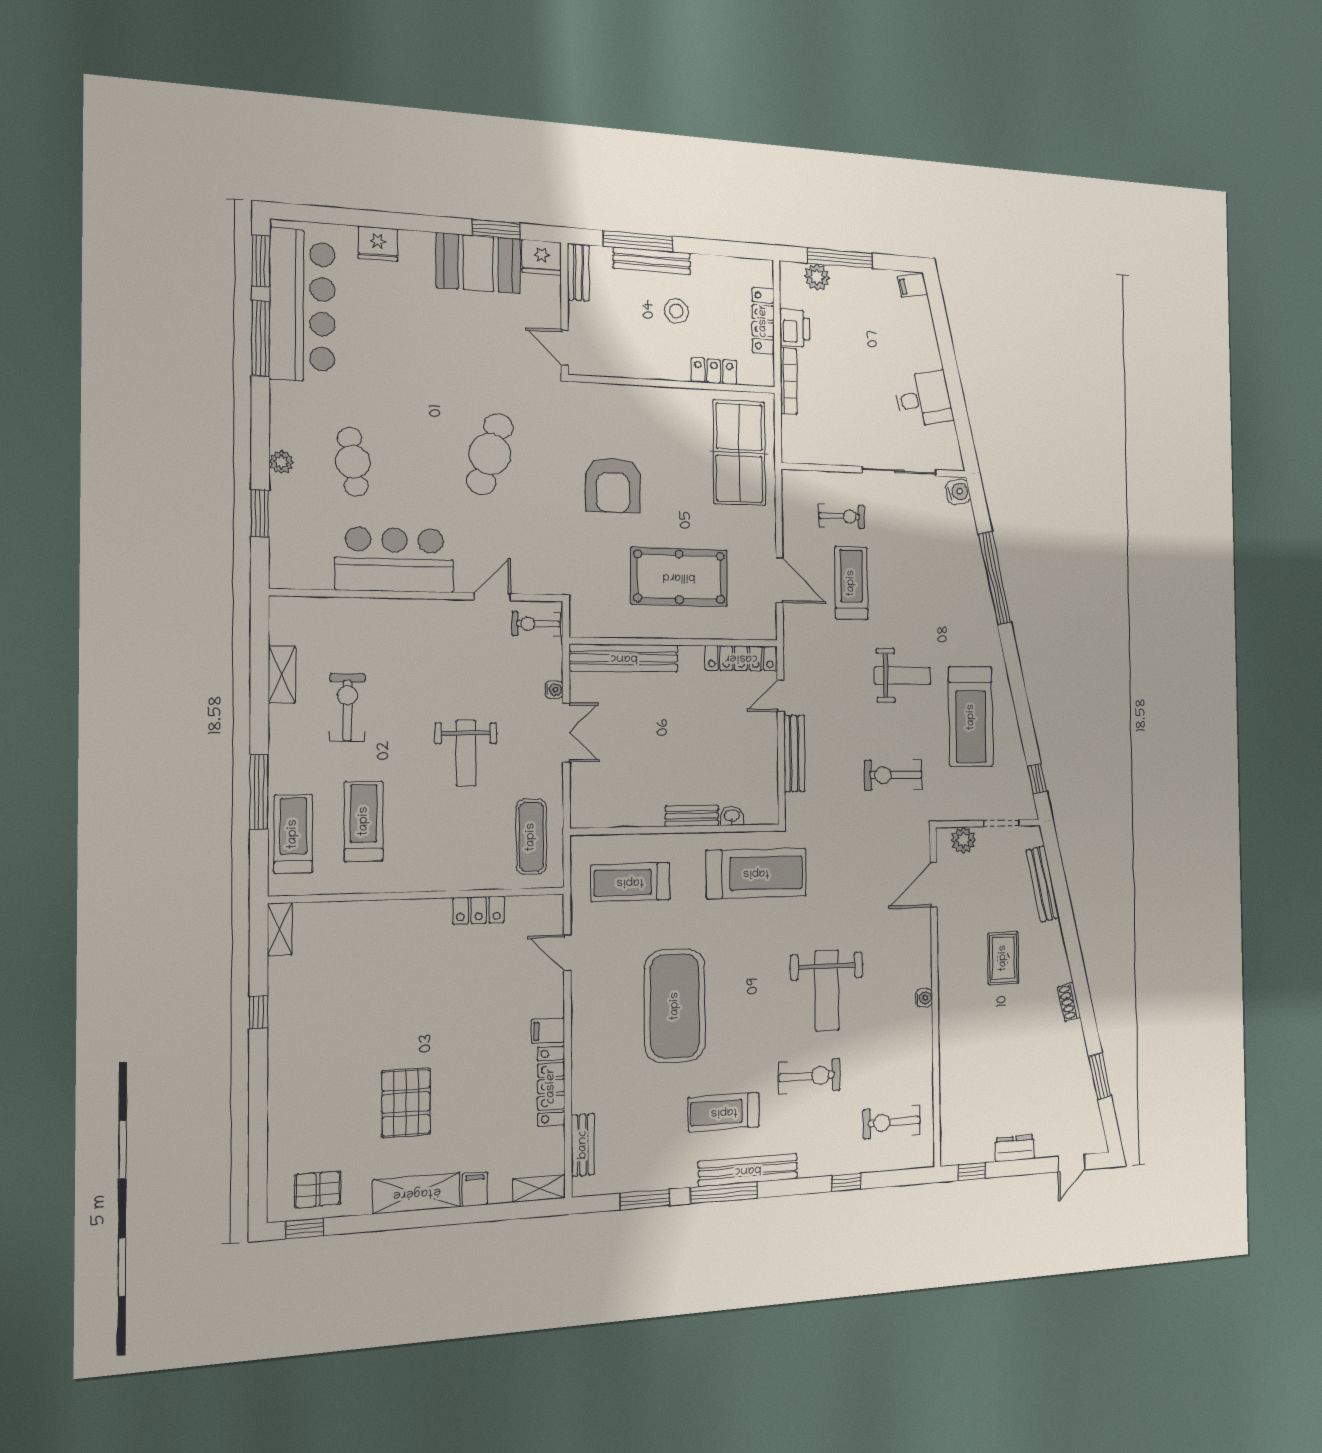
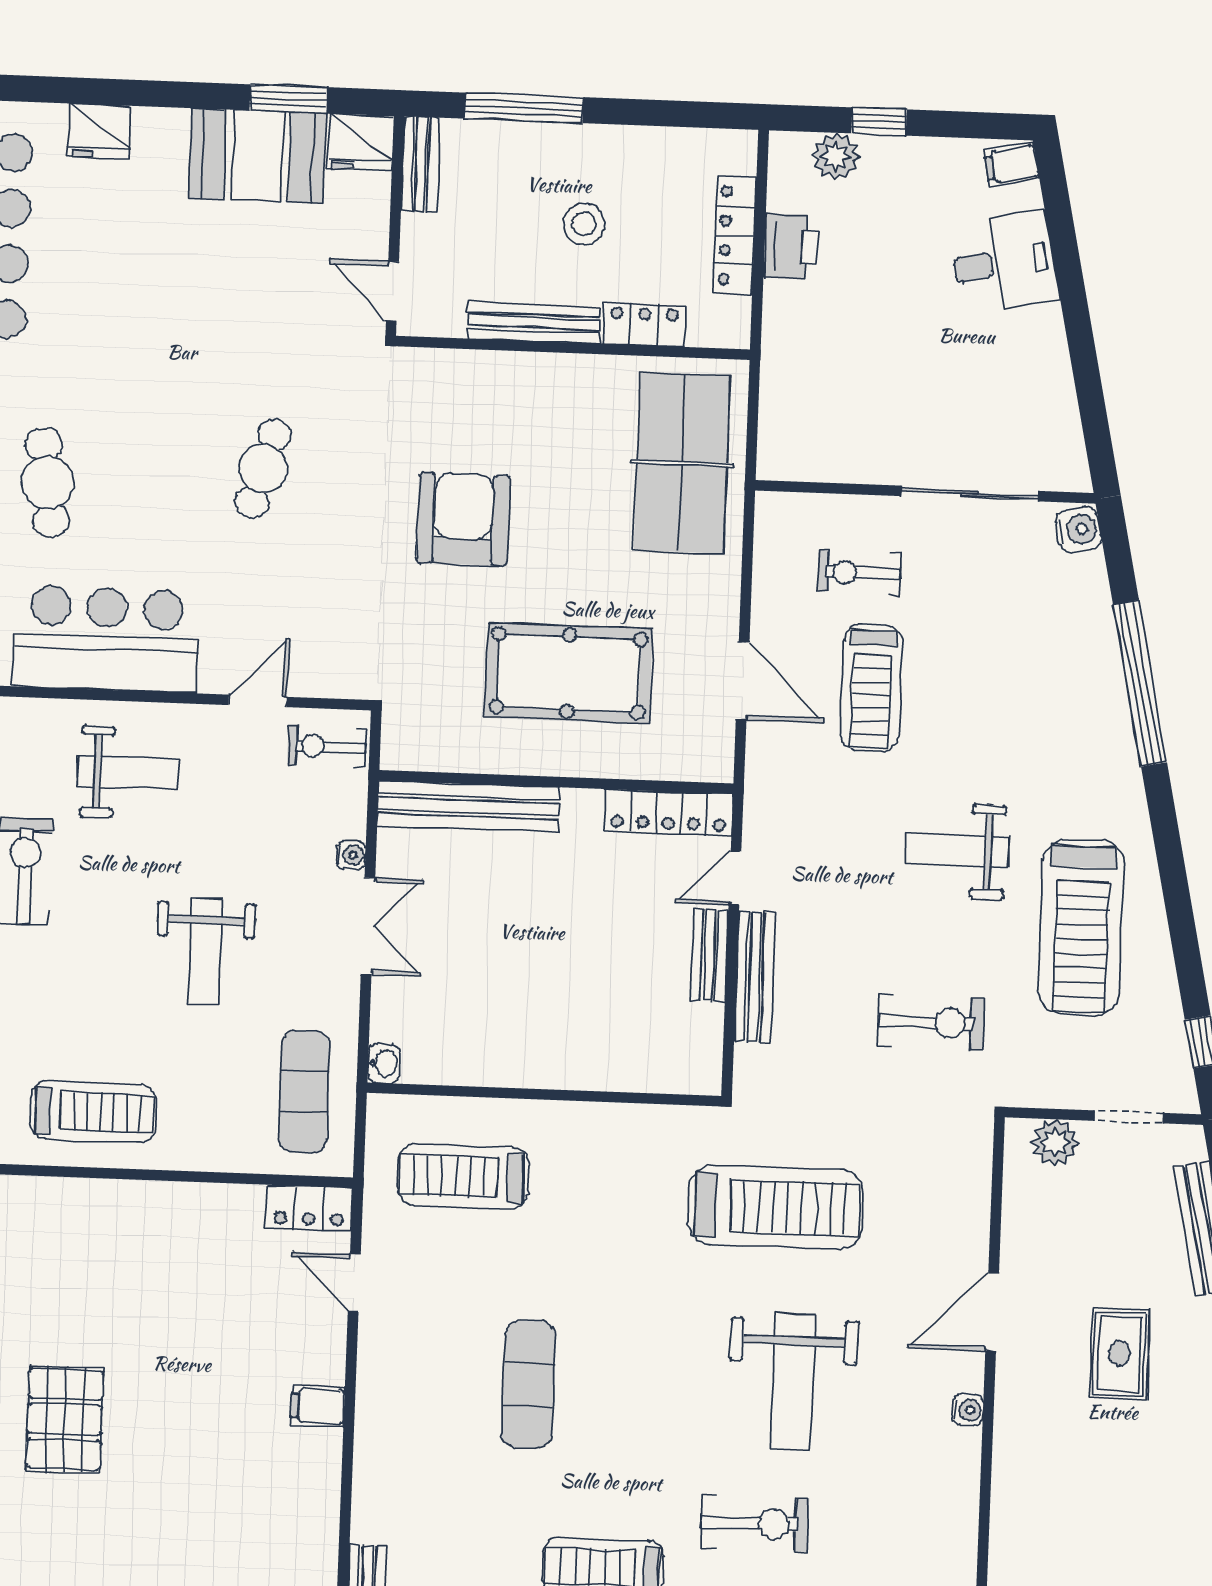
window: (840, 258) -> (879, 121), width x0.46
bench: (652, 261) -> (534, 323), moved
bookcase: (789, 381) -> (775, 339), removed
desk: (924, 399) -> (1004, 262), moved
cafe table: (490, 454) -> (263, 468), width x0.73, depth x0.74
armchair: (613, 485) -> (463, 519), turned 180
exercise bike: (842, 516) -> (859, 572), turned 180
treadmill: (851, 583) -> (871, 688), turned 180
weight bench: (412, 643) -> (127, 773), added
weight bench: (902, 676) -> (957, 851), turned 180
exercise bike: (893, 775) -> (931, 1022), turned 180
bench: (692, 816) -> (709, 955), moved, turned 90
washbasin: (732, 816) -> (384, 1063), moved, turned 90
treadmill: (364, 821) -> (93, 1112), moved, turned 90
treadmill: (756, 873) -> (775, 1207), moved
door: (934, 885) -> (992, 1312), moved
locker: (479, 910) -> (309, 1208), moved
exercise mat: (675, 1006) -> (529, 1385), width x0.50, depth x0.69
locker: (551, 1086) -> (319, 1495), removed
pallet: (406, 1103) -> (65, 1419), moved

